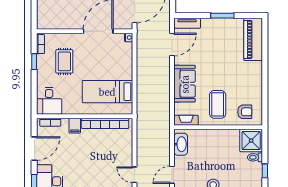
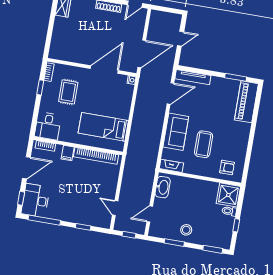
window: (222, 16) -> (236, 77), moved
tv unit: (187, 23) -> (193, 77), width x1.41
coffee table: (218, 104) -> (204, 144), moved

